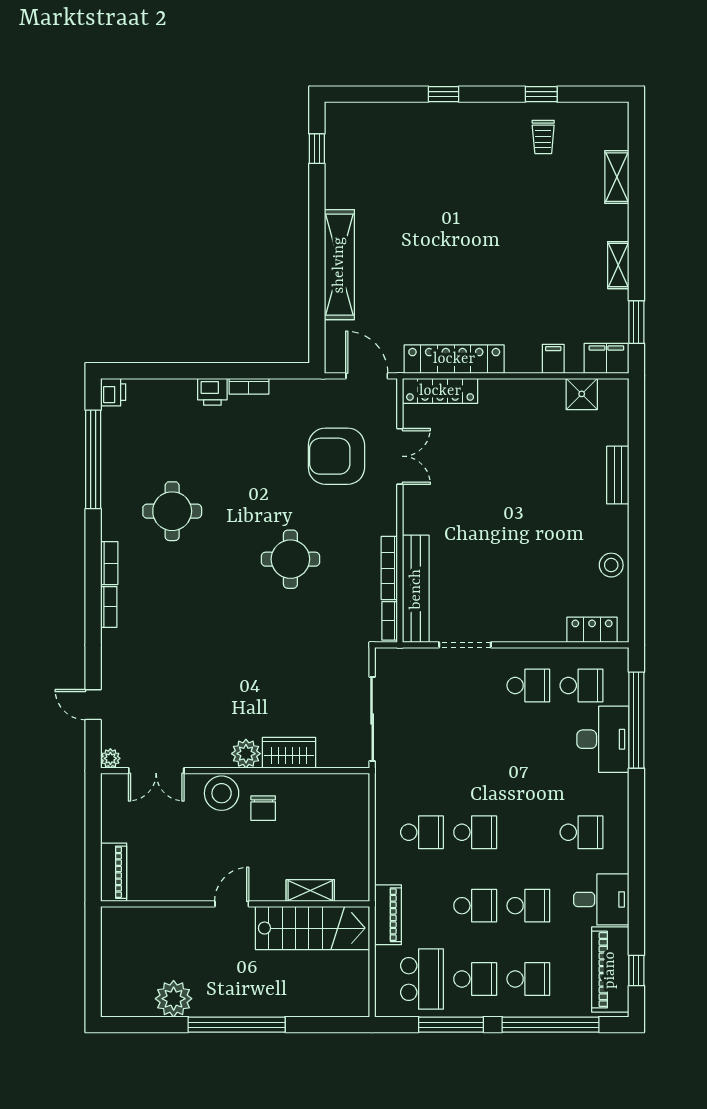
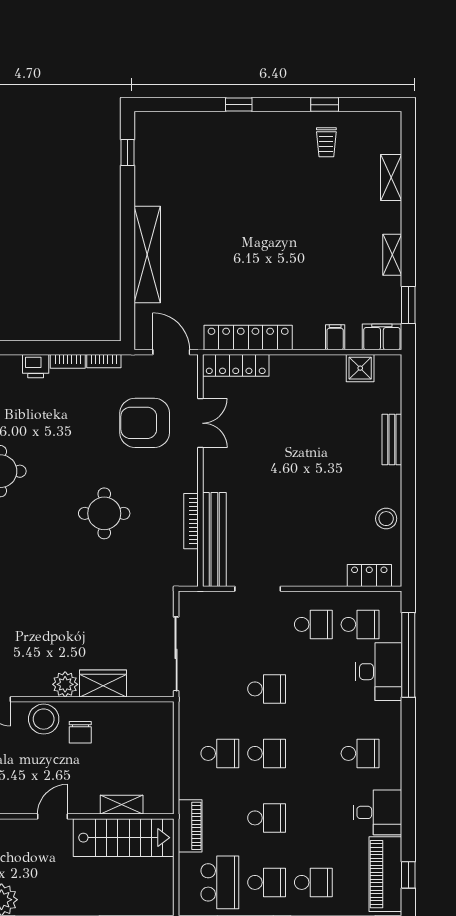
bookcase: (390, 621) -> (104, 361), moved, turned -90
school desk: (528, 906) -> (267, 689), moved

